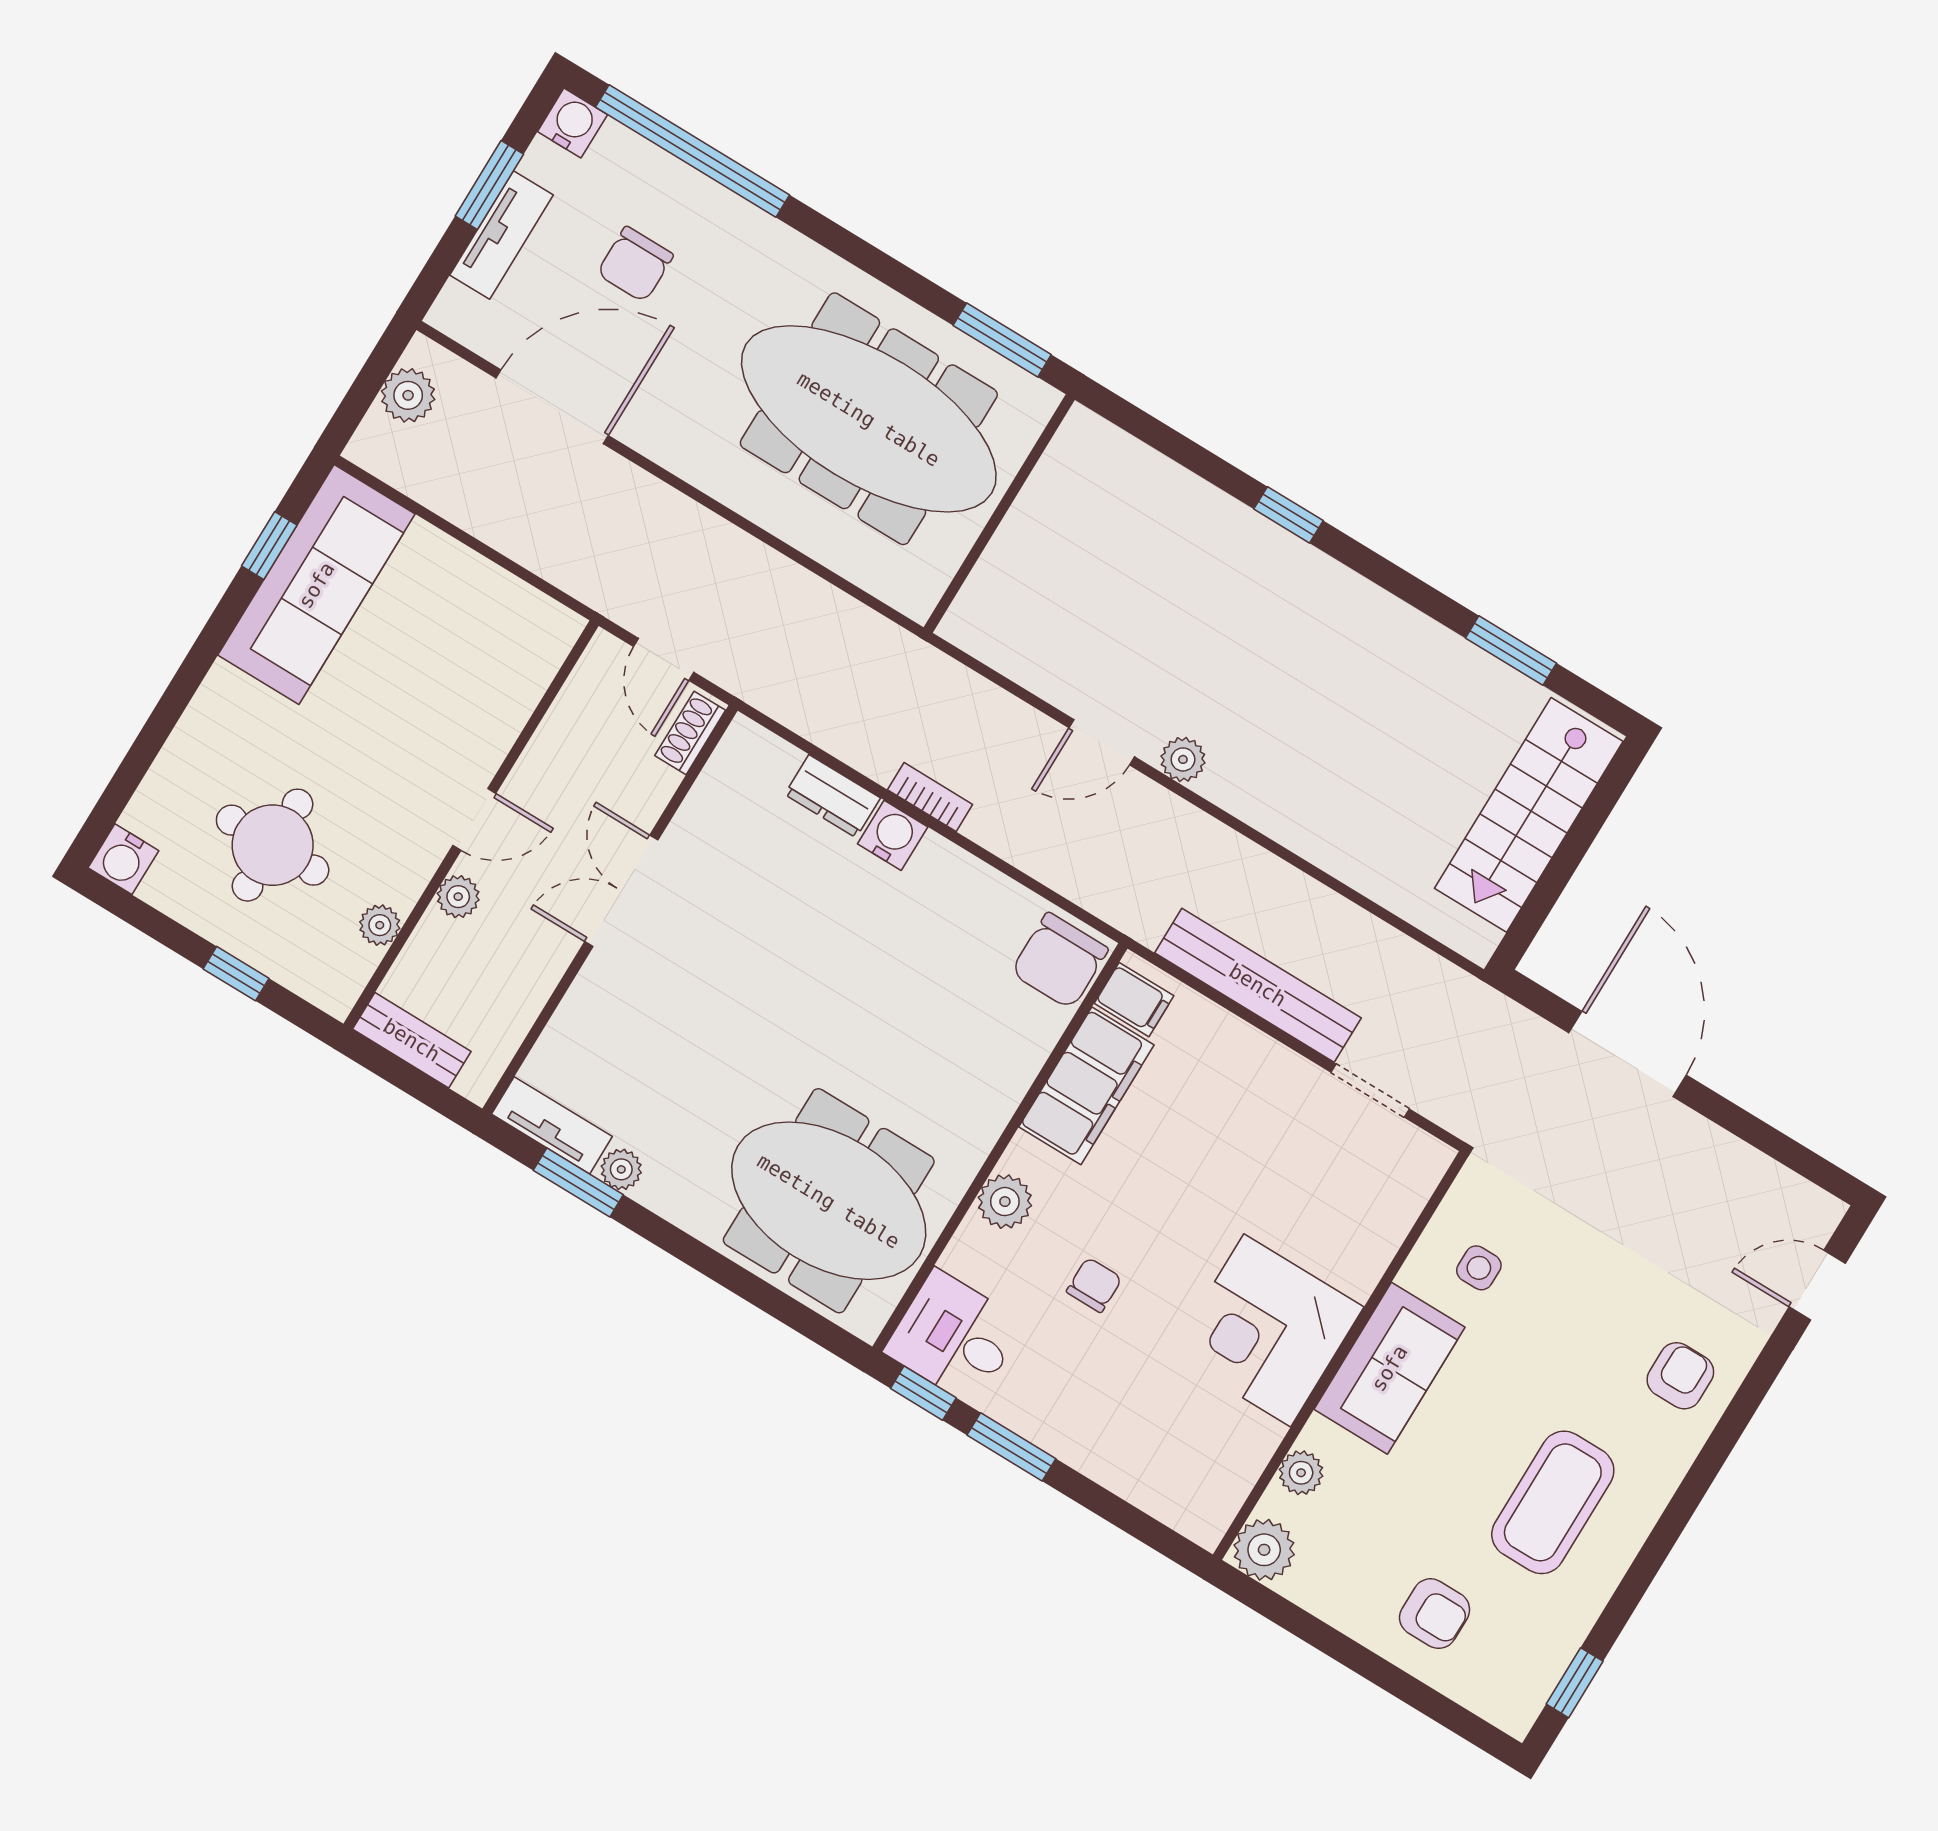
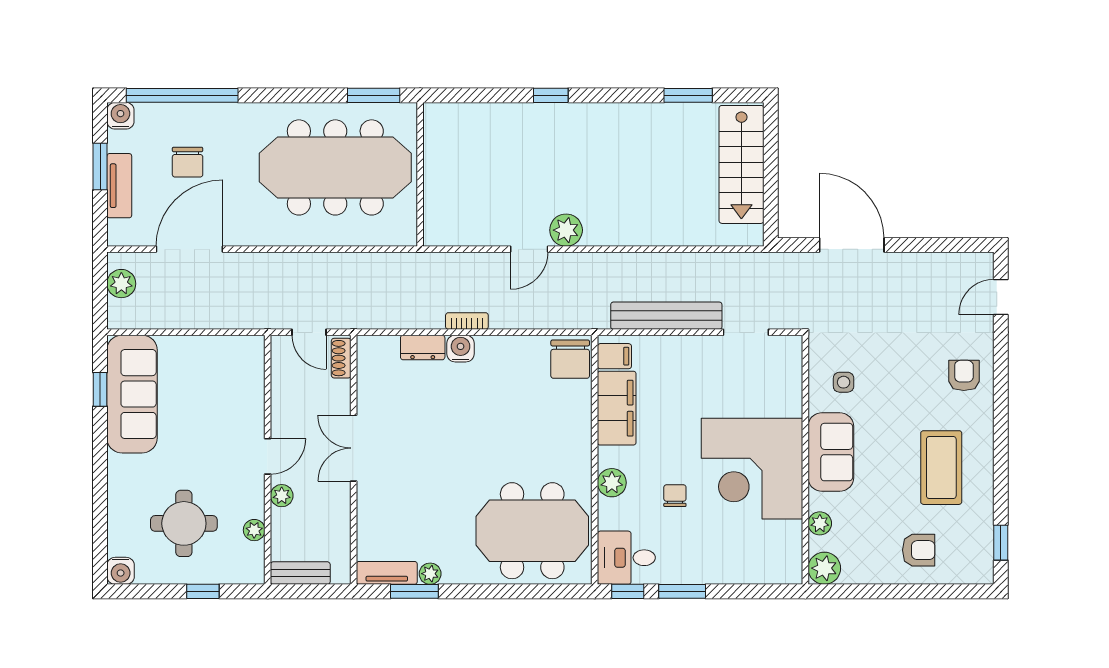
plant: (1183, 759) -> (566, 230), width x1.38, depth x1.38
corner desk: (1267, 1330) -> (752, 469), width x1.36, depth x1.36

